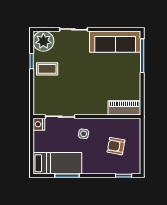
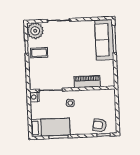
sofa: (115, 42) -> (104, 40), moved, turned 90
piano: (124, 108) -> (87, 82), moved
armchair: (116, 146) -> (100, 125), moved

